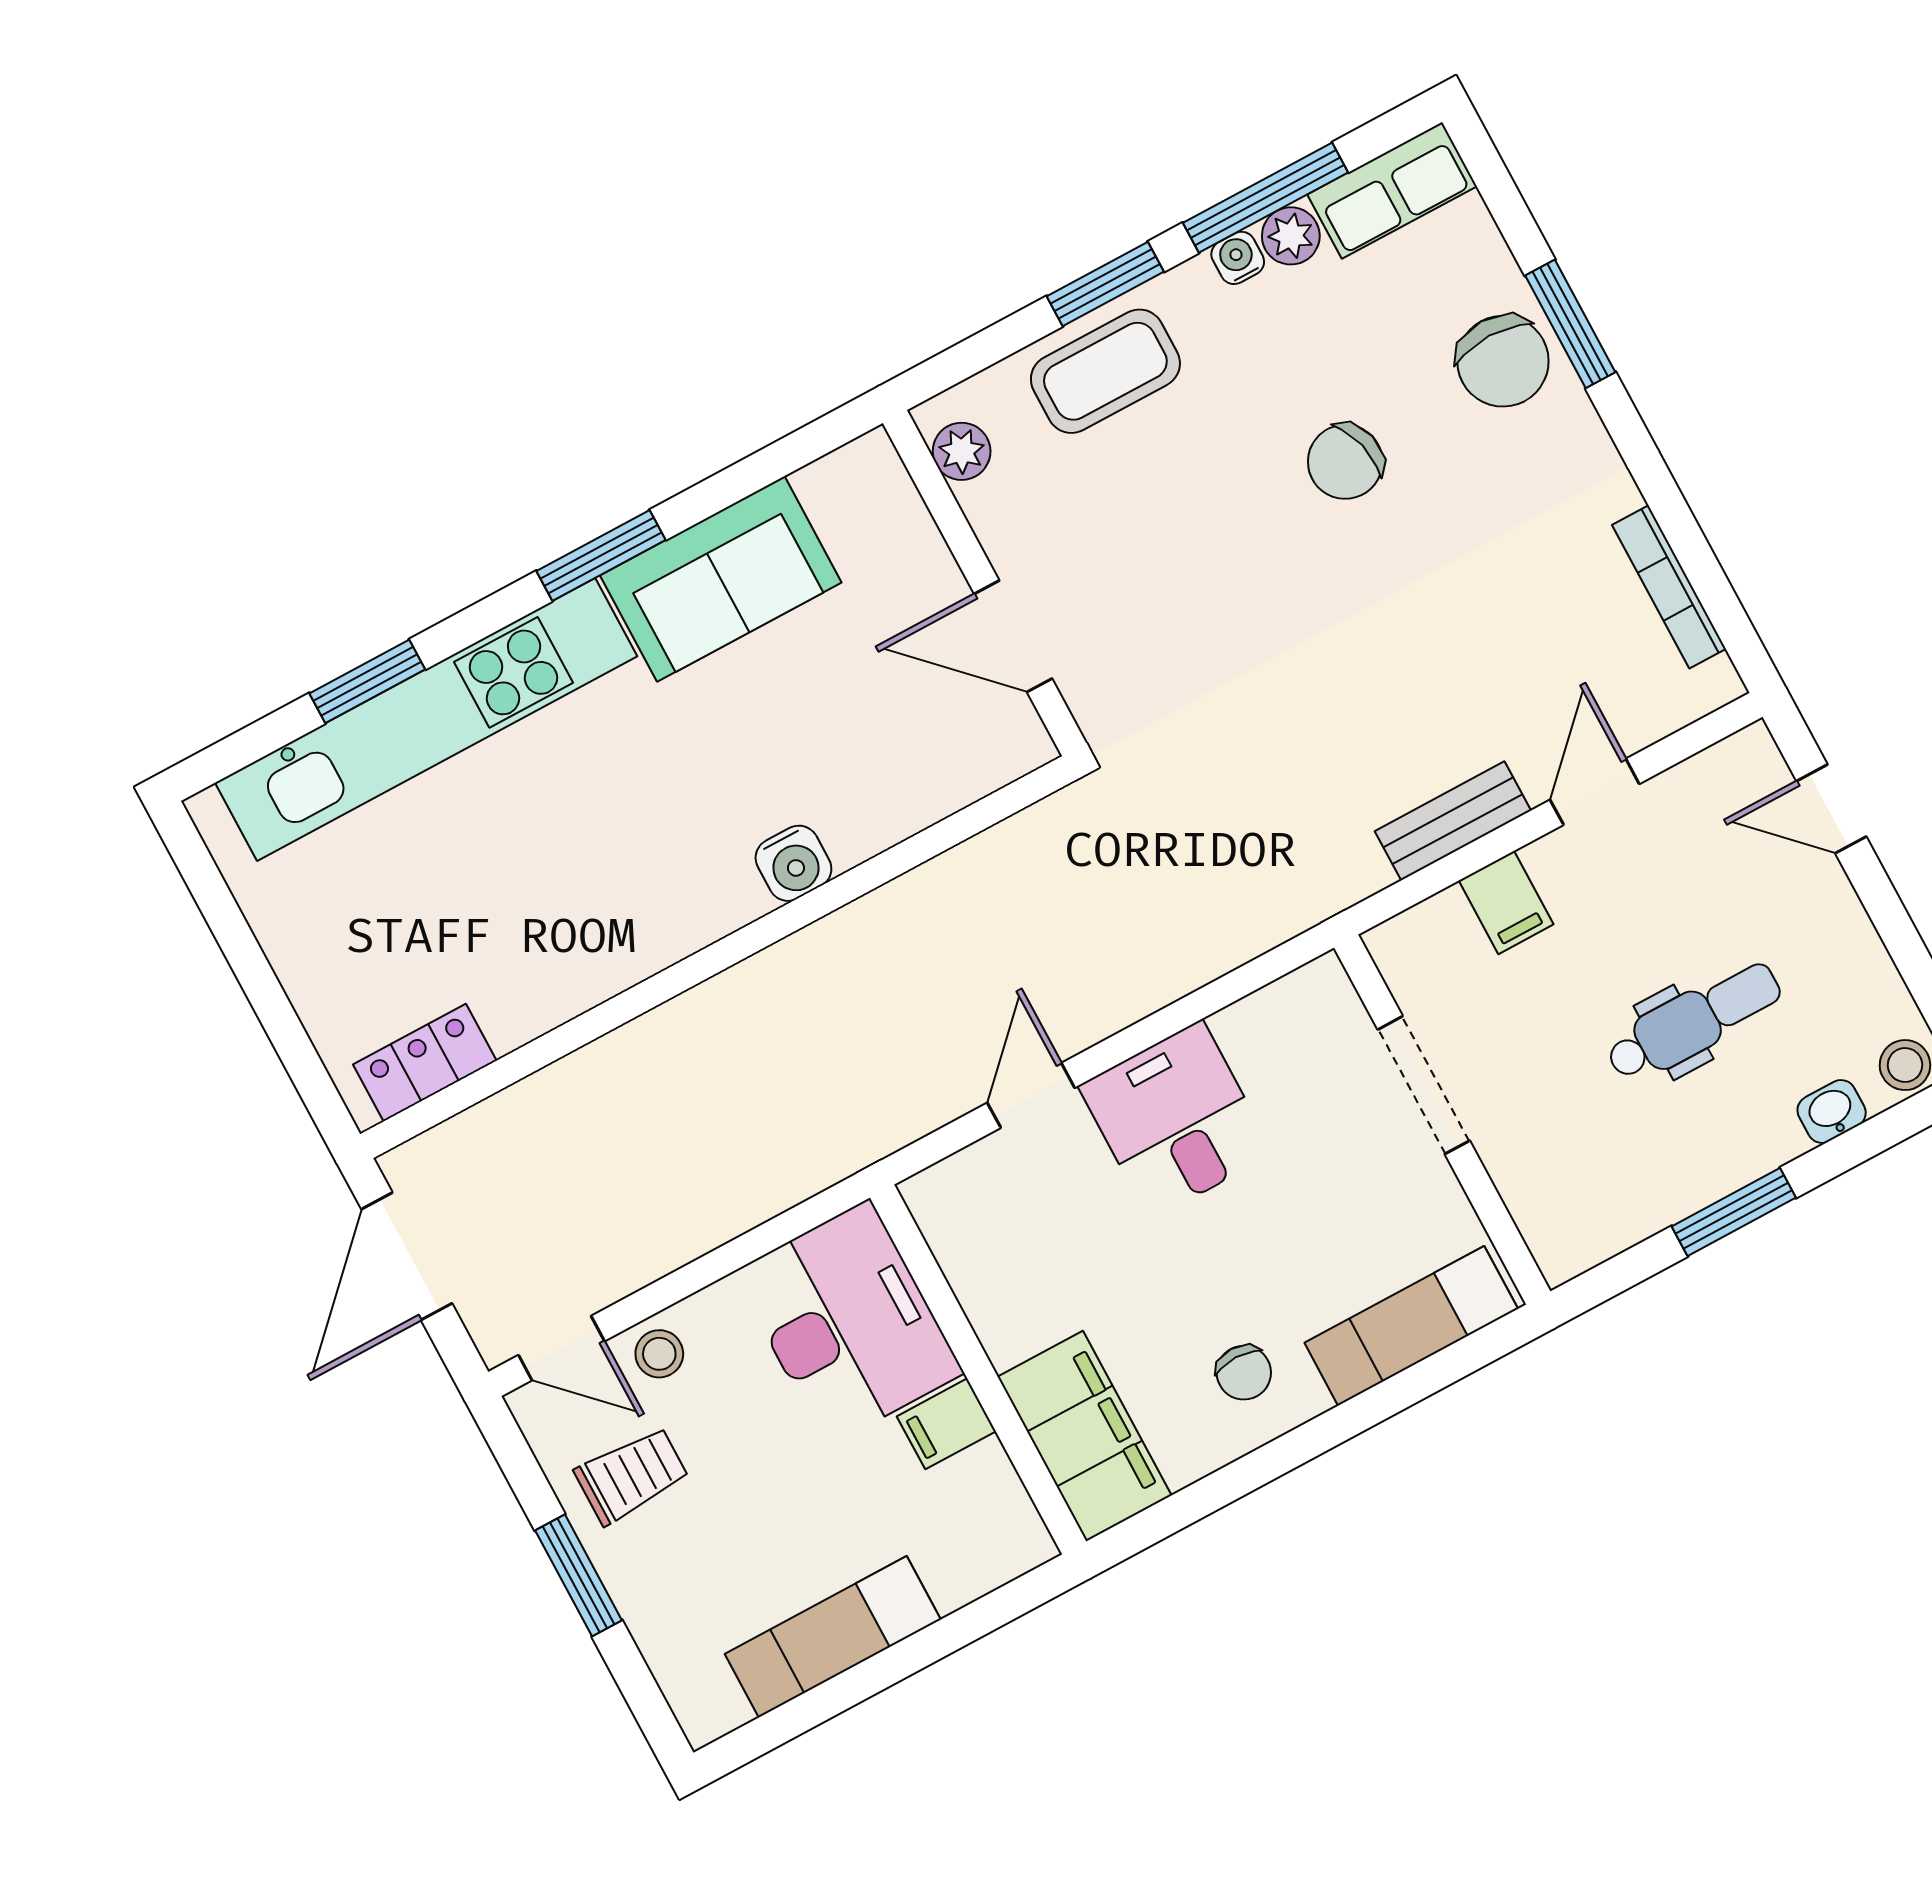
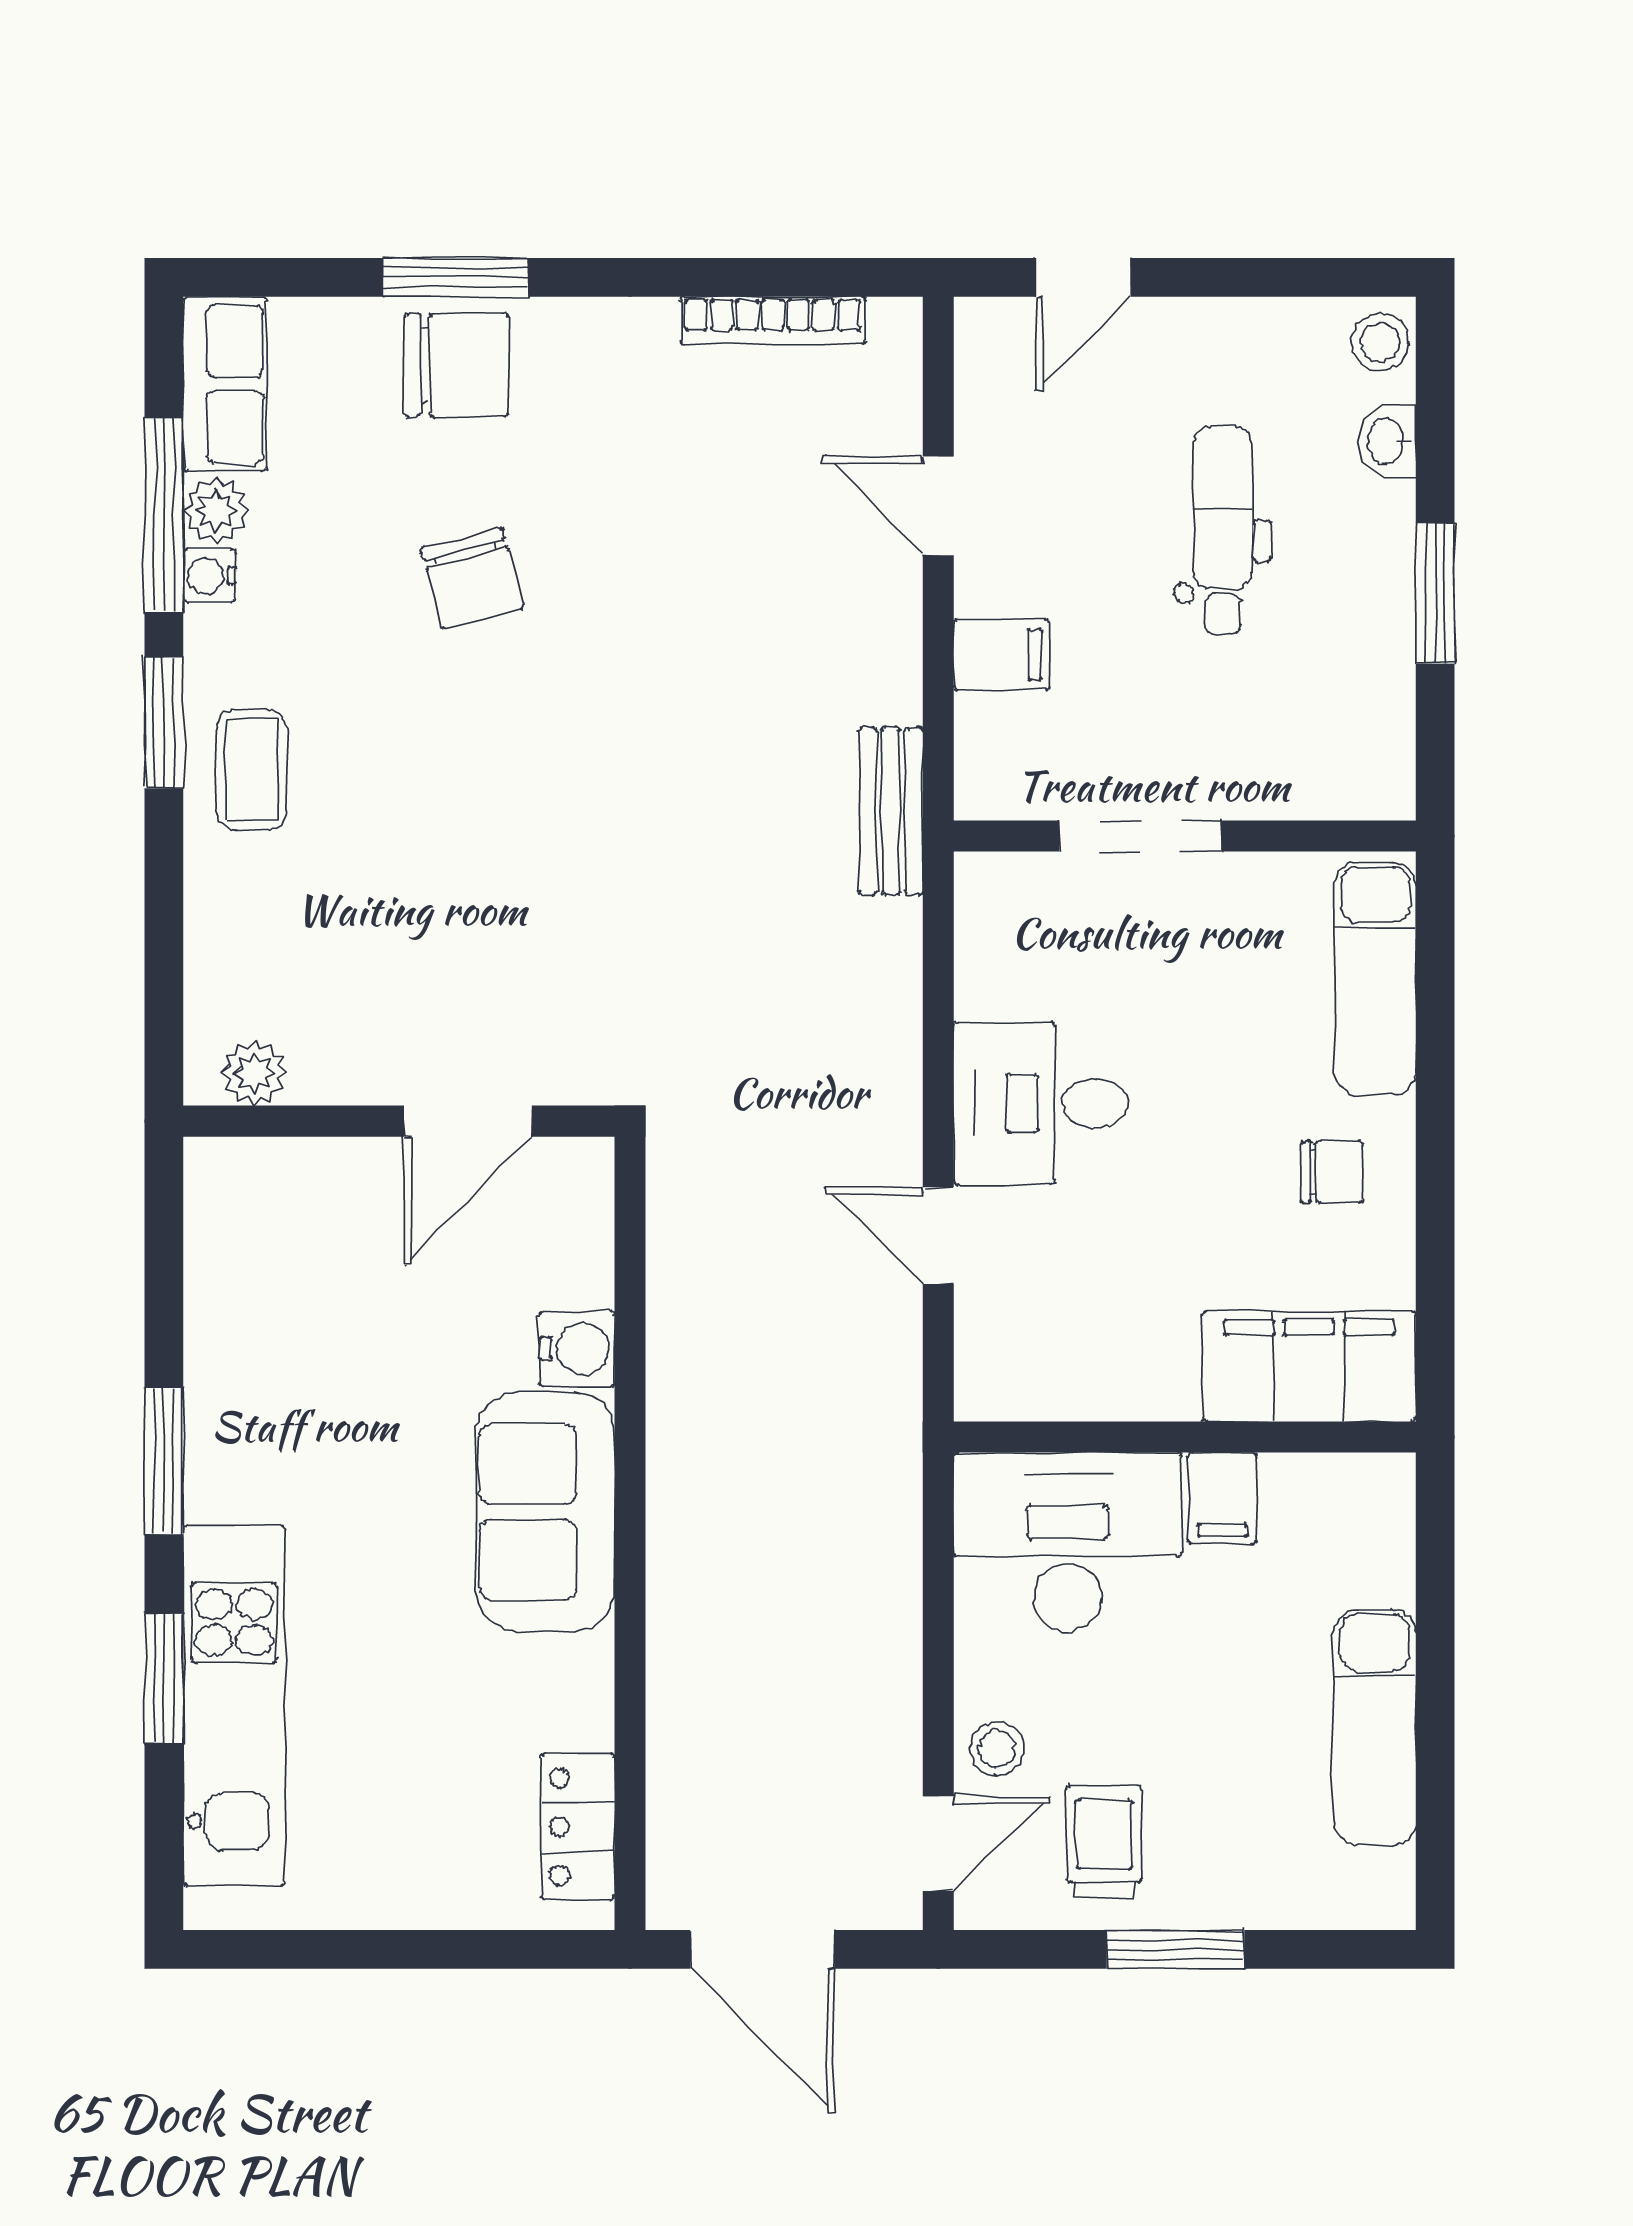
coffee table: (1105, 371) -> (252, 770), width x0.73, depth x0.77
plant: (962, 451) -> (254, 1073), moved
window: (601, 555) -> (164, 1461), moved
sofa: (721, 579) -> (546, 1512), moved, turned 180
wall: (984, 583) -> (399, 1121), moved
door: (1013, 636) -> (468, 1121), moved
kitchen unit: (426, 720) -> (234, 1705), width x0.73
bench: (1453, 821) -> (891, 811), moved

